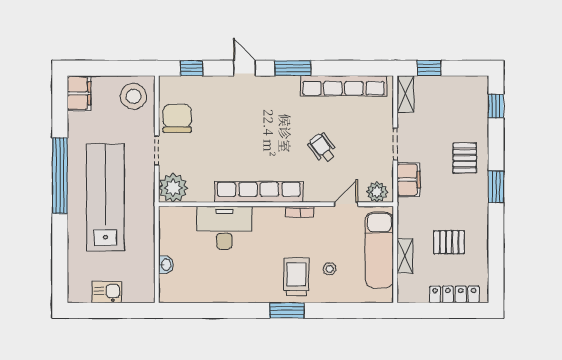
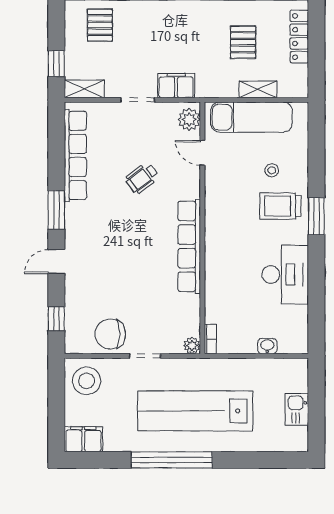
pallet: (465, 158) -> (100, 25), moved, turned 90
plant: (173, 188) -> (192, 346), width x0.53, depth x0.53
bookcase: (300, 212) -> (210, 339), moved
desk: (224, 228) -> (285, 275), moved, turned 180

